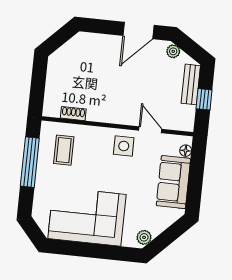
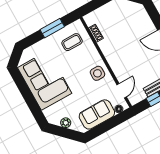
door: (150, 130) -> (122, 91), moved
window: (30, 162) -> (52, 28), width x0.69
plant: (144, 237) -> (66, 123), moved

